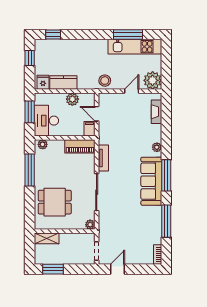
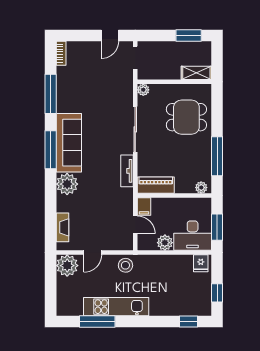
kitchen unit: (135, 47) -> (116, 307), moved
kitchen counter: (63, 83) -> (176, 263), removed
desk: (46, 121) -> (193, 236), moved, turned 90
plant: (157, 147) -> (67, 184), width x1.88, depth x1.88

